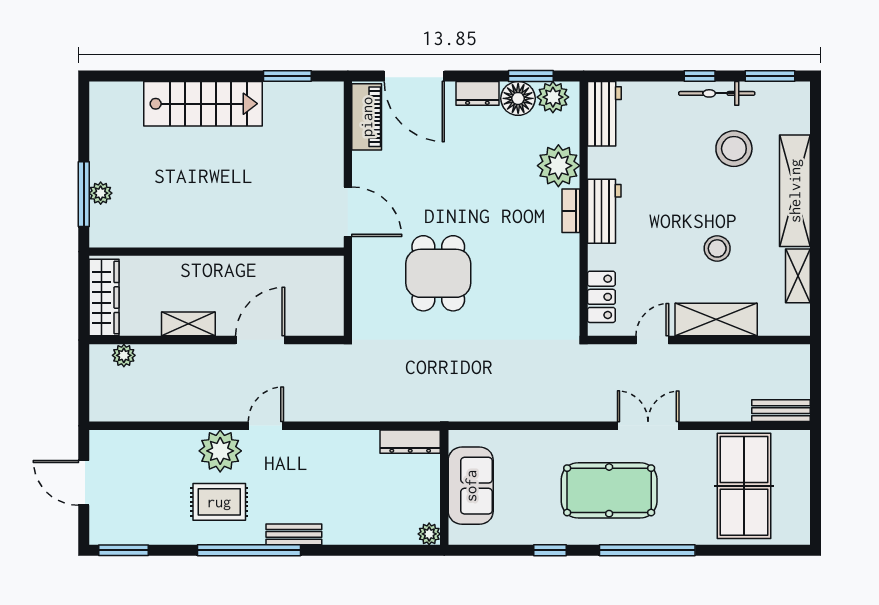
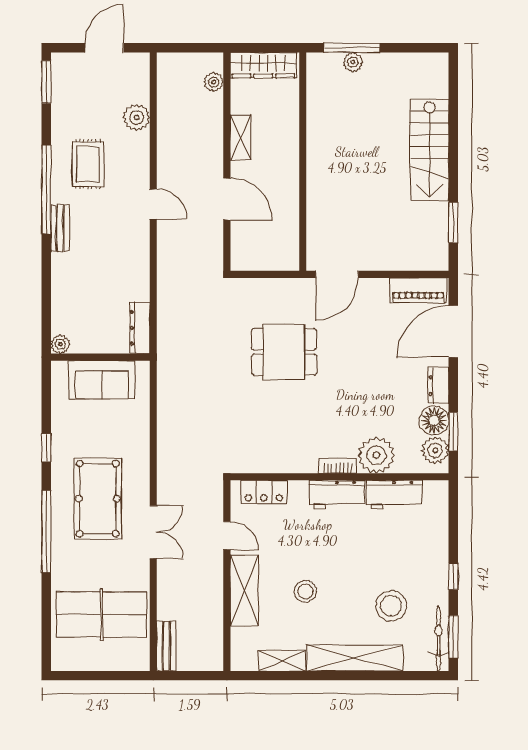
bicycle: (717, 93) -> (438, 639), moved
workbench: (604, 114) -> (394, 495), moved
plant: (220, 451) -> (136, 117), moved, width x0.73, depth x0.73

